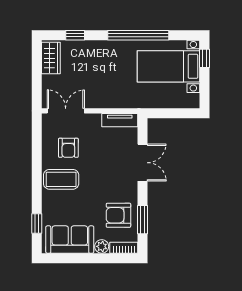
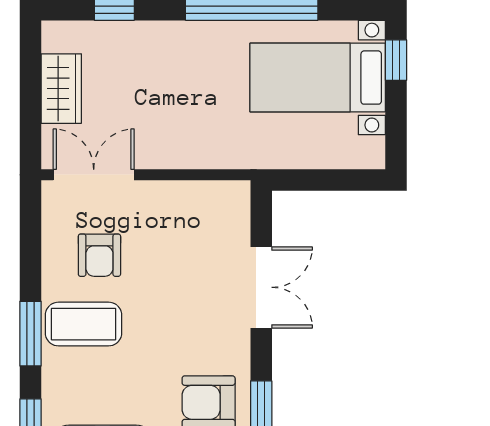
wardrobe: (51, 58) -> (61, 89), moved
tv unit: (120, 120) -> (212, 195), removed
window: (37, 184) -> (30, 334), added

